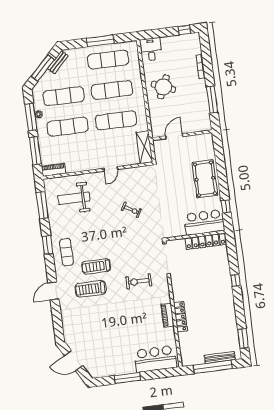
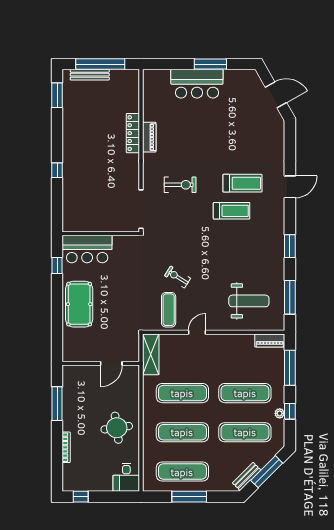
round table: (163, 87) -> (117, 428), turned -31
window: (31, 117) -> (290, 411), width x0.46
locker: (206, 241) -> (89, 225), removed
exercise mat: (67, 252) -> (169, 310), moved
bar counter: (155, 359) -> (197, 84), moved

